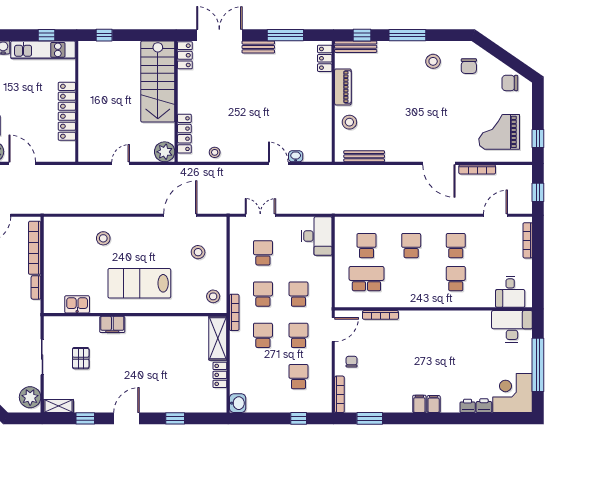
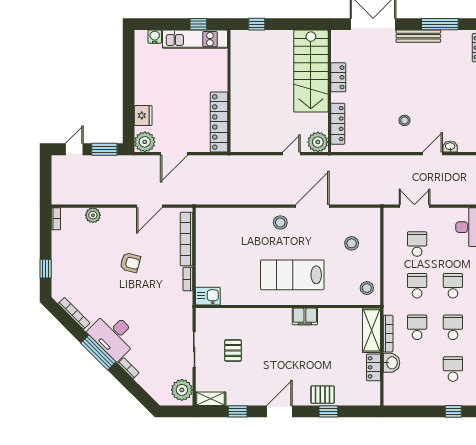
bench: (258, 47) -> (418, 36), width x1.36
locker: (185, 55) -> (338, 77), moved
locker: (67, 111) -> (219, 122), moved
stool: (215, 152) -> (405, 120), moved
door: (22, 163) -> (174, 154), swing flipped
door: (121, 163) -> (291, 154), moved
door: (278, 163) -> (432, 154), hinge flipped
door: (180, 215) -> (312, 206), moved
stool: (103, 238) -> (280, 222), moved
kitchen sink: (77, 304) -> (208, 296), moved
bookcase: (234, 312) -> (388, 334), moved
filing cabinet: (112, 324) -> (305, 316), moved
pallet: (169, 402) -> (323, 395), added
washbasin: (238, 403) -> (392, 363), moved

